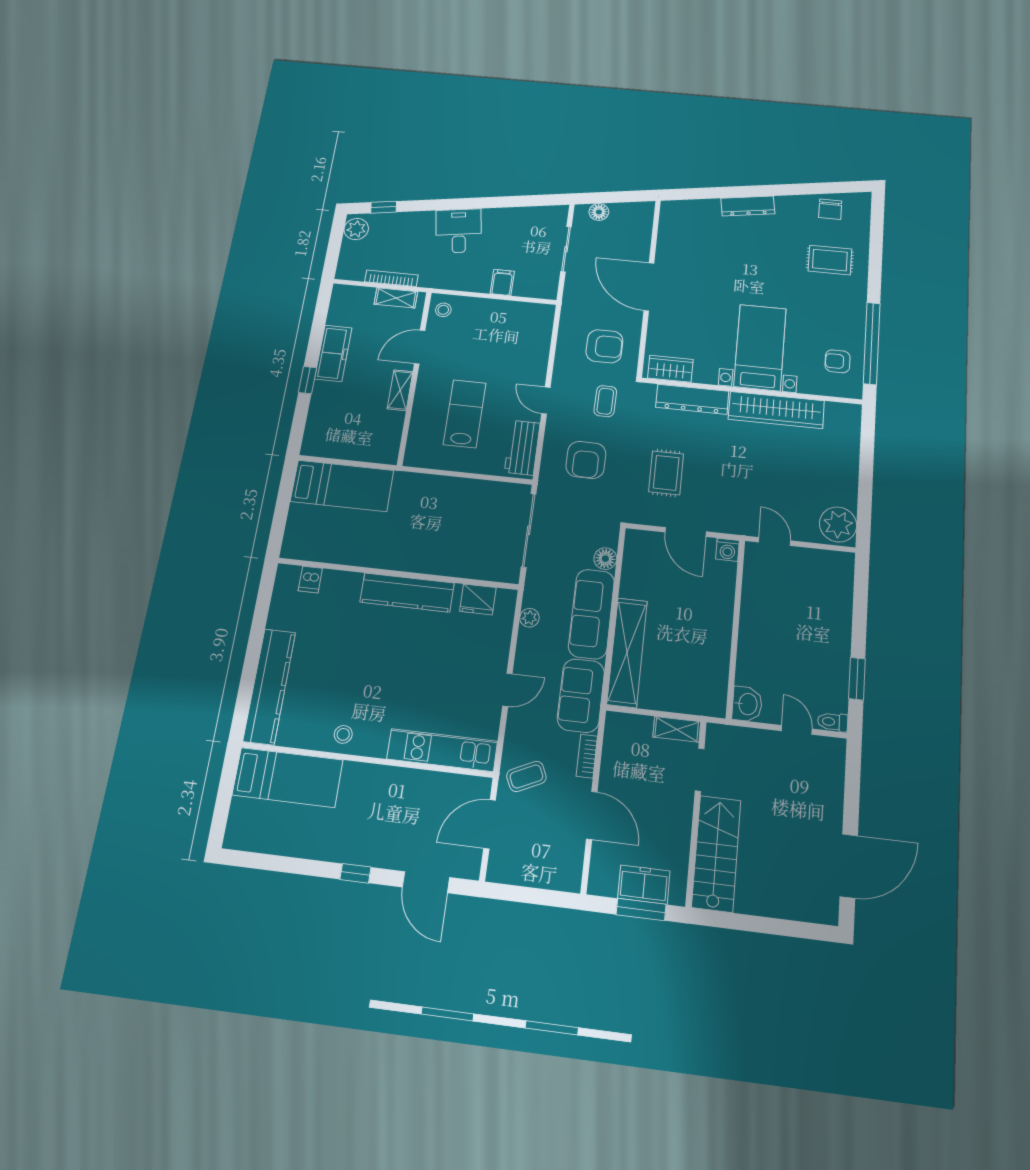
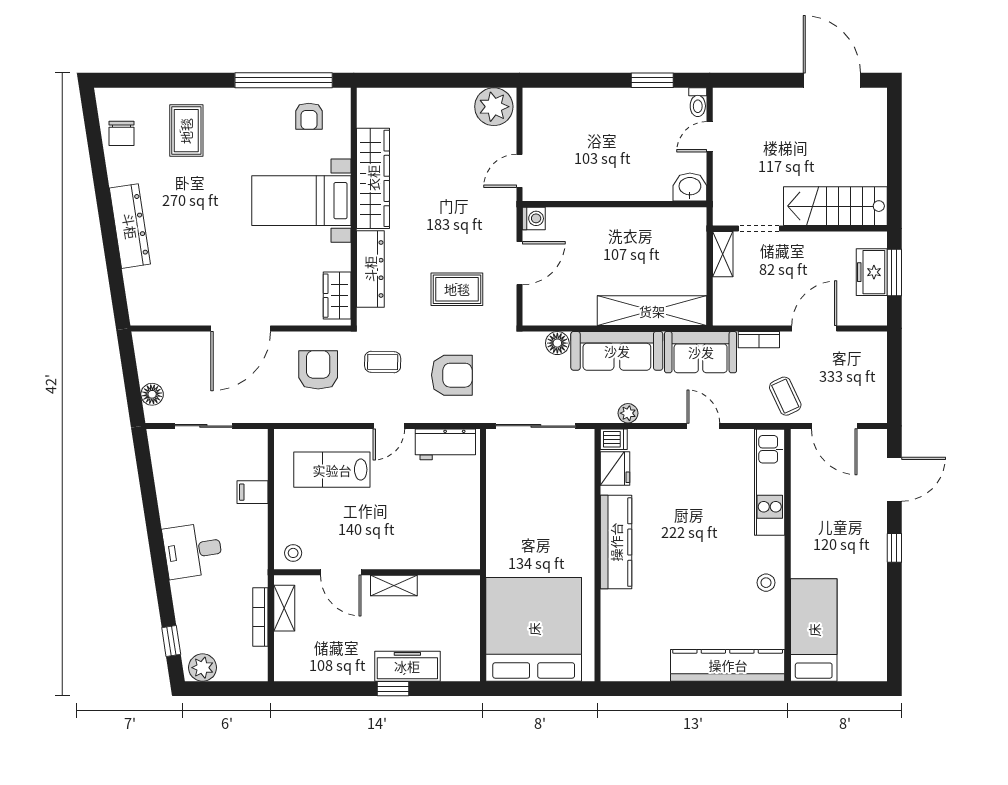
dresser: (748, 206) -> (130, 226), width x1.37, depth x1.24
chair: (830, 209) -> (122, 133), turned 90
freezer: (333, 353) -> (407, 666), moved
lab bench: (465, 414) -> (332, 470), moved
bed: (342, 486) -> (534, 629), width x2.04
dishwasher: (310, 580) -> (614, 439), moved

